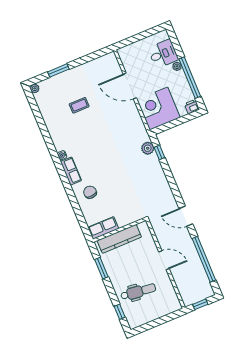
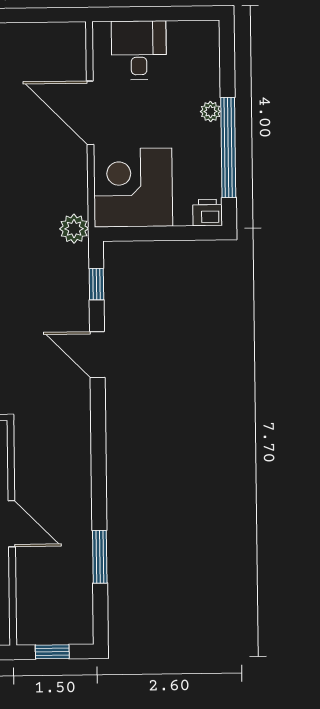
desk: (163, 54) -> (139, 50), moved, turned -90
plant: (148, 148) -> (74, 229), moved
door: (186, 216) -> (97, 355), moved
window: (204, 259) -> (100, 557), width x0.47

